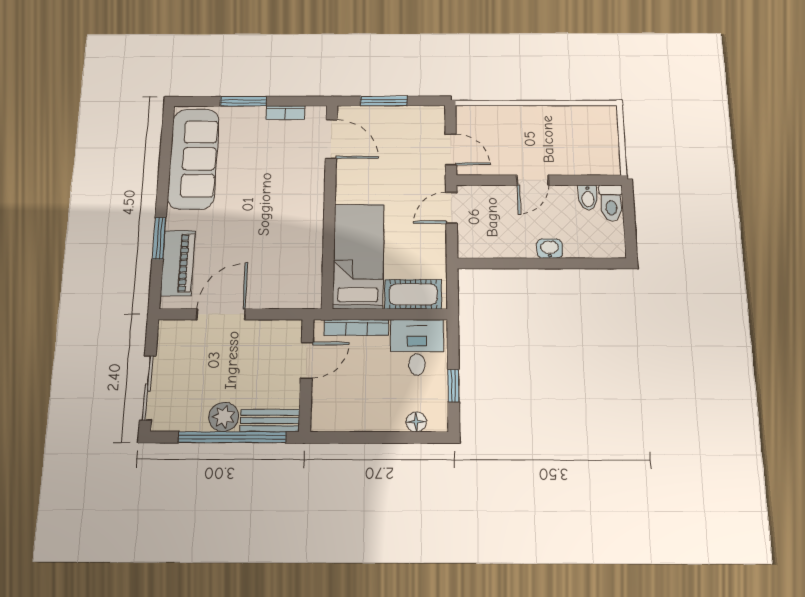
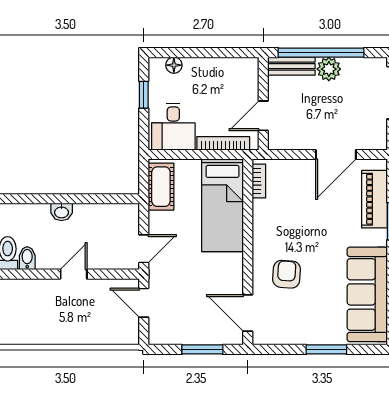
bookcase: (285, 113) -> (259, 181), moved, turned 90
armchair: (285, 180) -> (287, 274), added
cot: (413, 294) -> (161, 187), moved, turned 90

